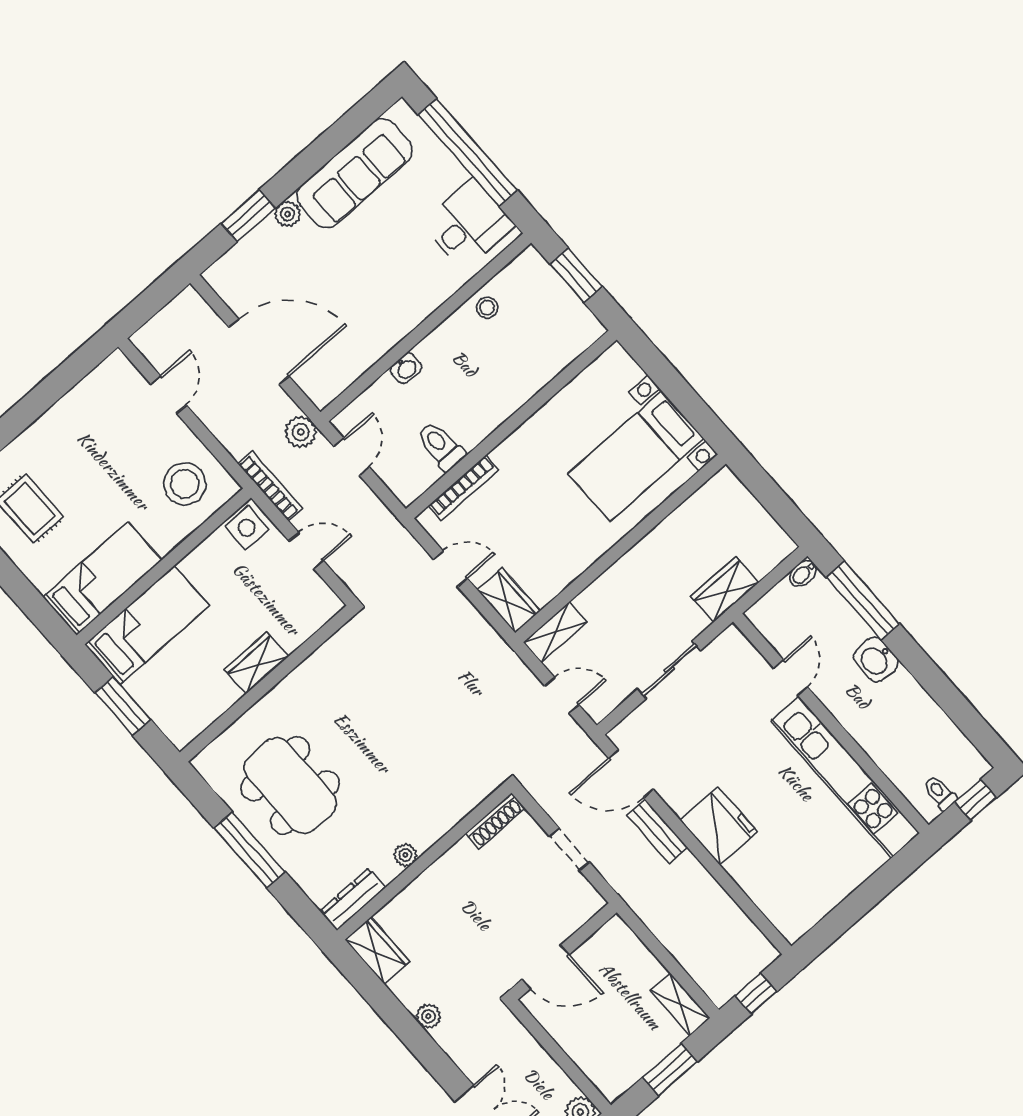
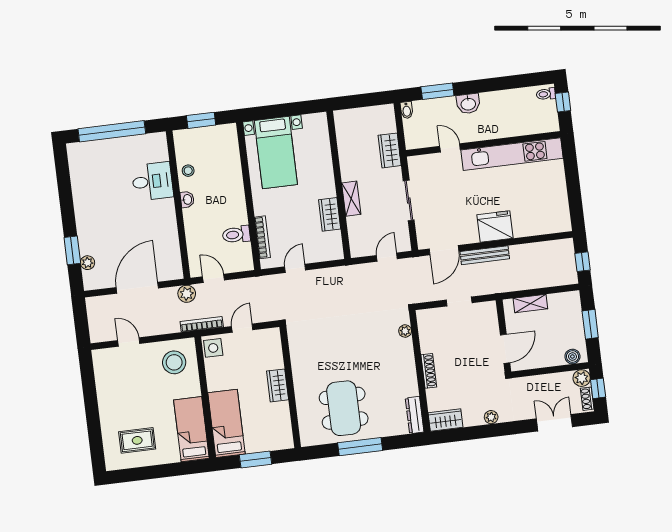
sofa: (355, 173) -> (86, 189), removed
plant: (288, 214) -> (88, 263), moved
desk: (468, 224) -> (152, 181), moved, turned 90
washbasin: (406, 368) -> (187, 199), moved
bed with nightstands: (636, 456) -> (276, 152), moved
wardrobe: (509, 600) -> (330, 214), moved, turned -90
window: (863, 600) -> (437, 91), width x0.69
shelving: (555, 632) -> (351, 199), moved
dining table: (290, 786) -> (344, 408), turned 90
toilet: (940, 793) -> (546, 94), moved
shoe rack: (495, 821) -> (429, 371), moved
bench: (657, 831) -> (485, 255), width x1.36
plant: (405, 855) -> (405, 331), moved
shelving: (680, 1004) -> (530, 303), moved
boiler: (603, 1076) -> (572, 357), added

